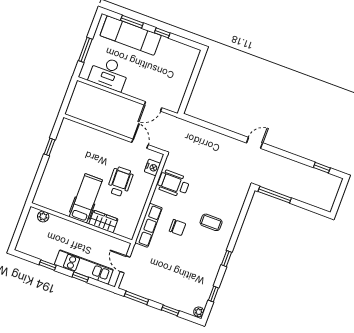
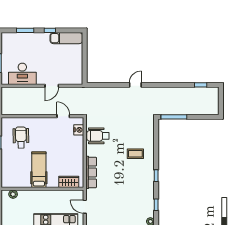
exam couch: (131, 35) -> (66, 38), moved, width x0.73, depth x0.69
door: (153, 106) -> (52, 86), moved
door: (255, 143) -> (135, 85), moved
wheelchair: (120, 182) -> (21, 137), moved
wardrobe: (103, 221) -> (69, 182), moved
chair: (177, 227) -> (113, 166), removed

